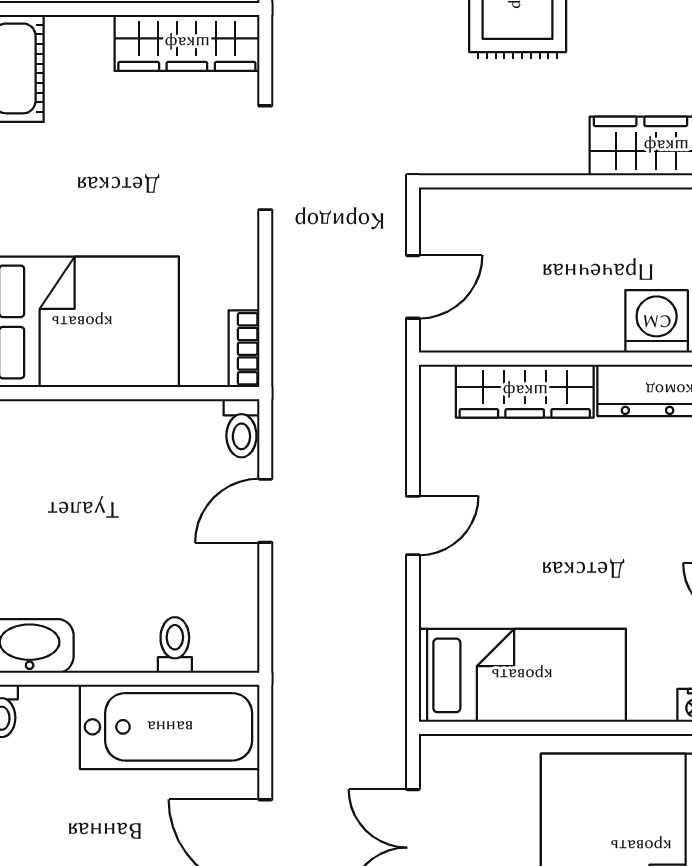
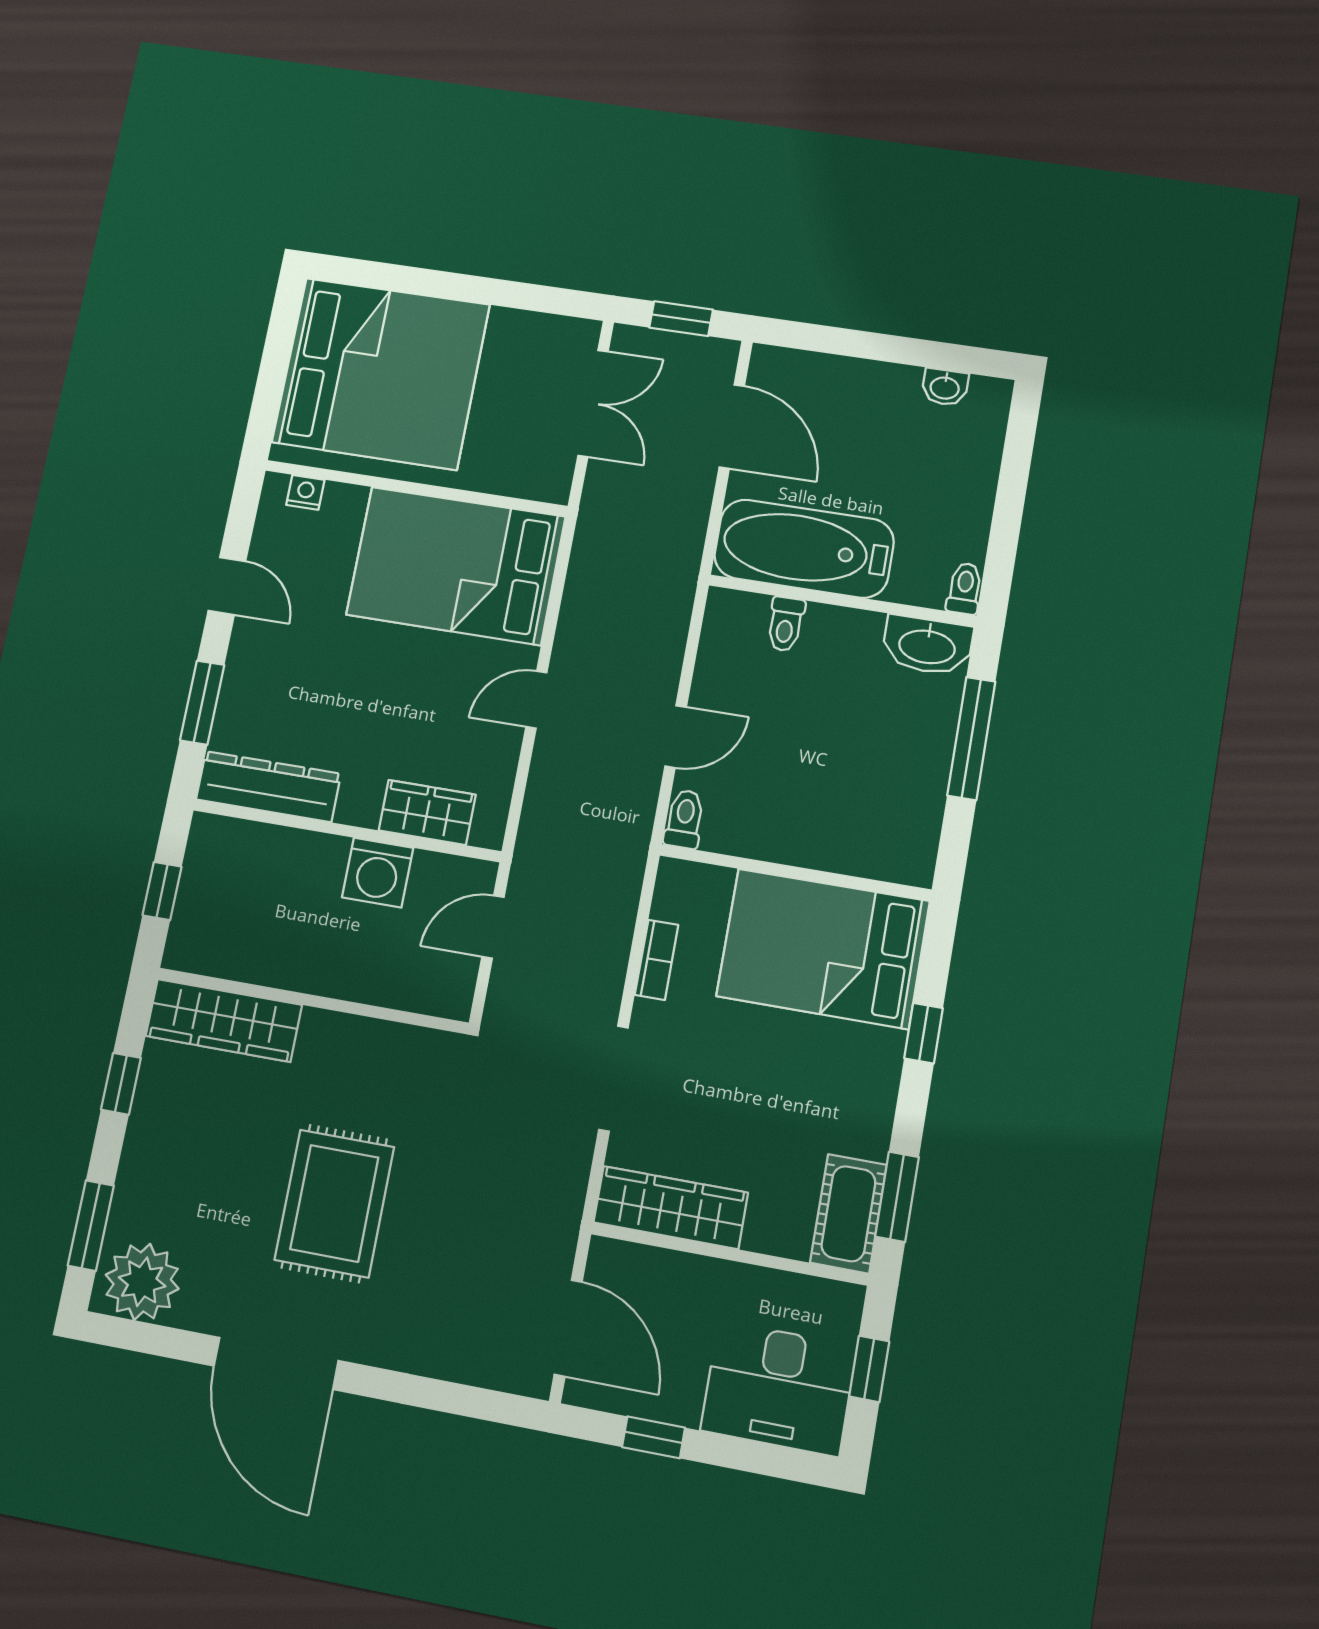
washing machine: (657, 321) -> (378, 873), moved
bookcase: (244, 349) -> (657, 960), moved
wardrobe: (525, 391) -> (427, 812), width x0.67
bed: (522, 675) -> (456, 566), width x1.50

